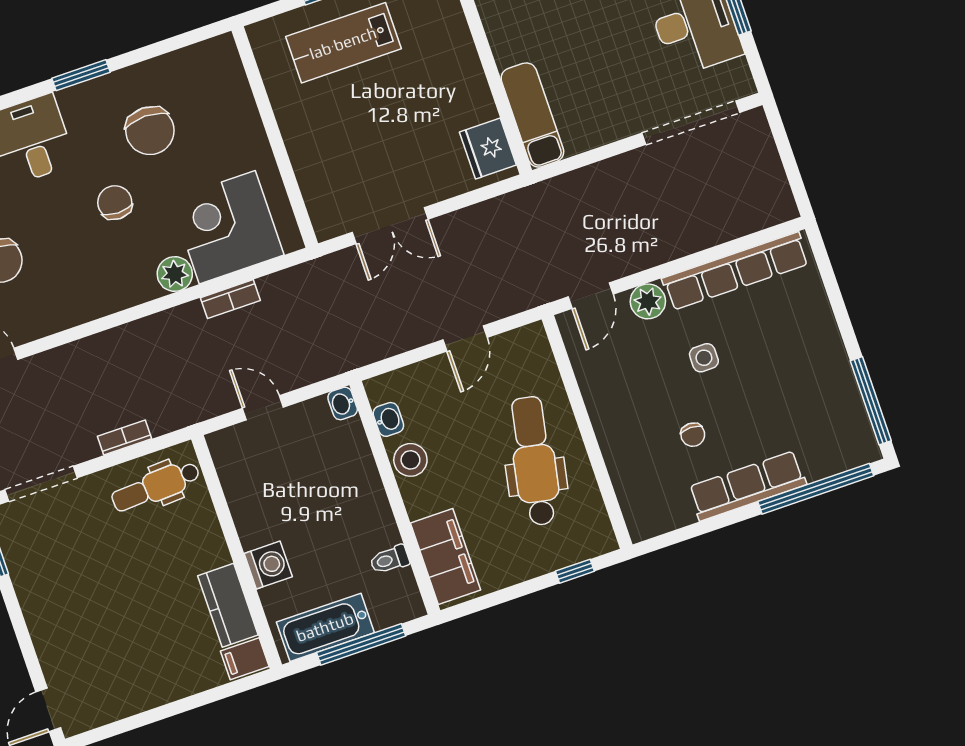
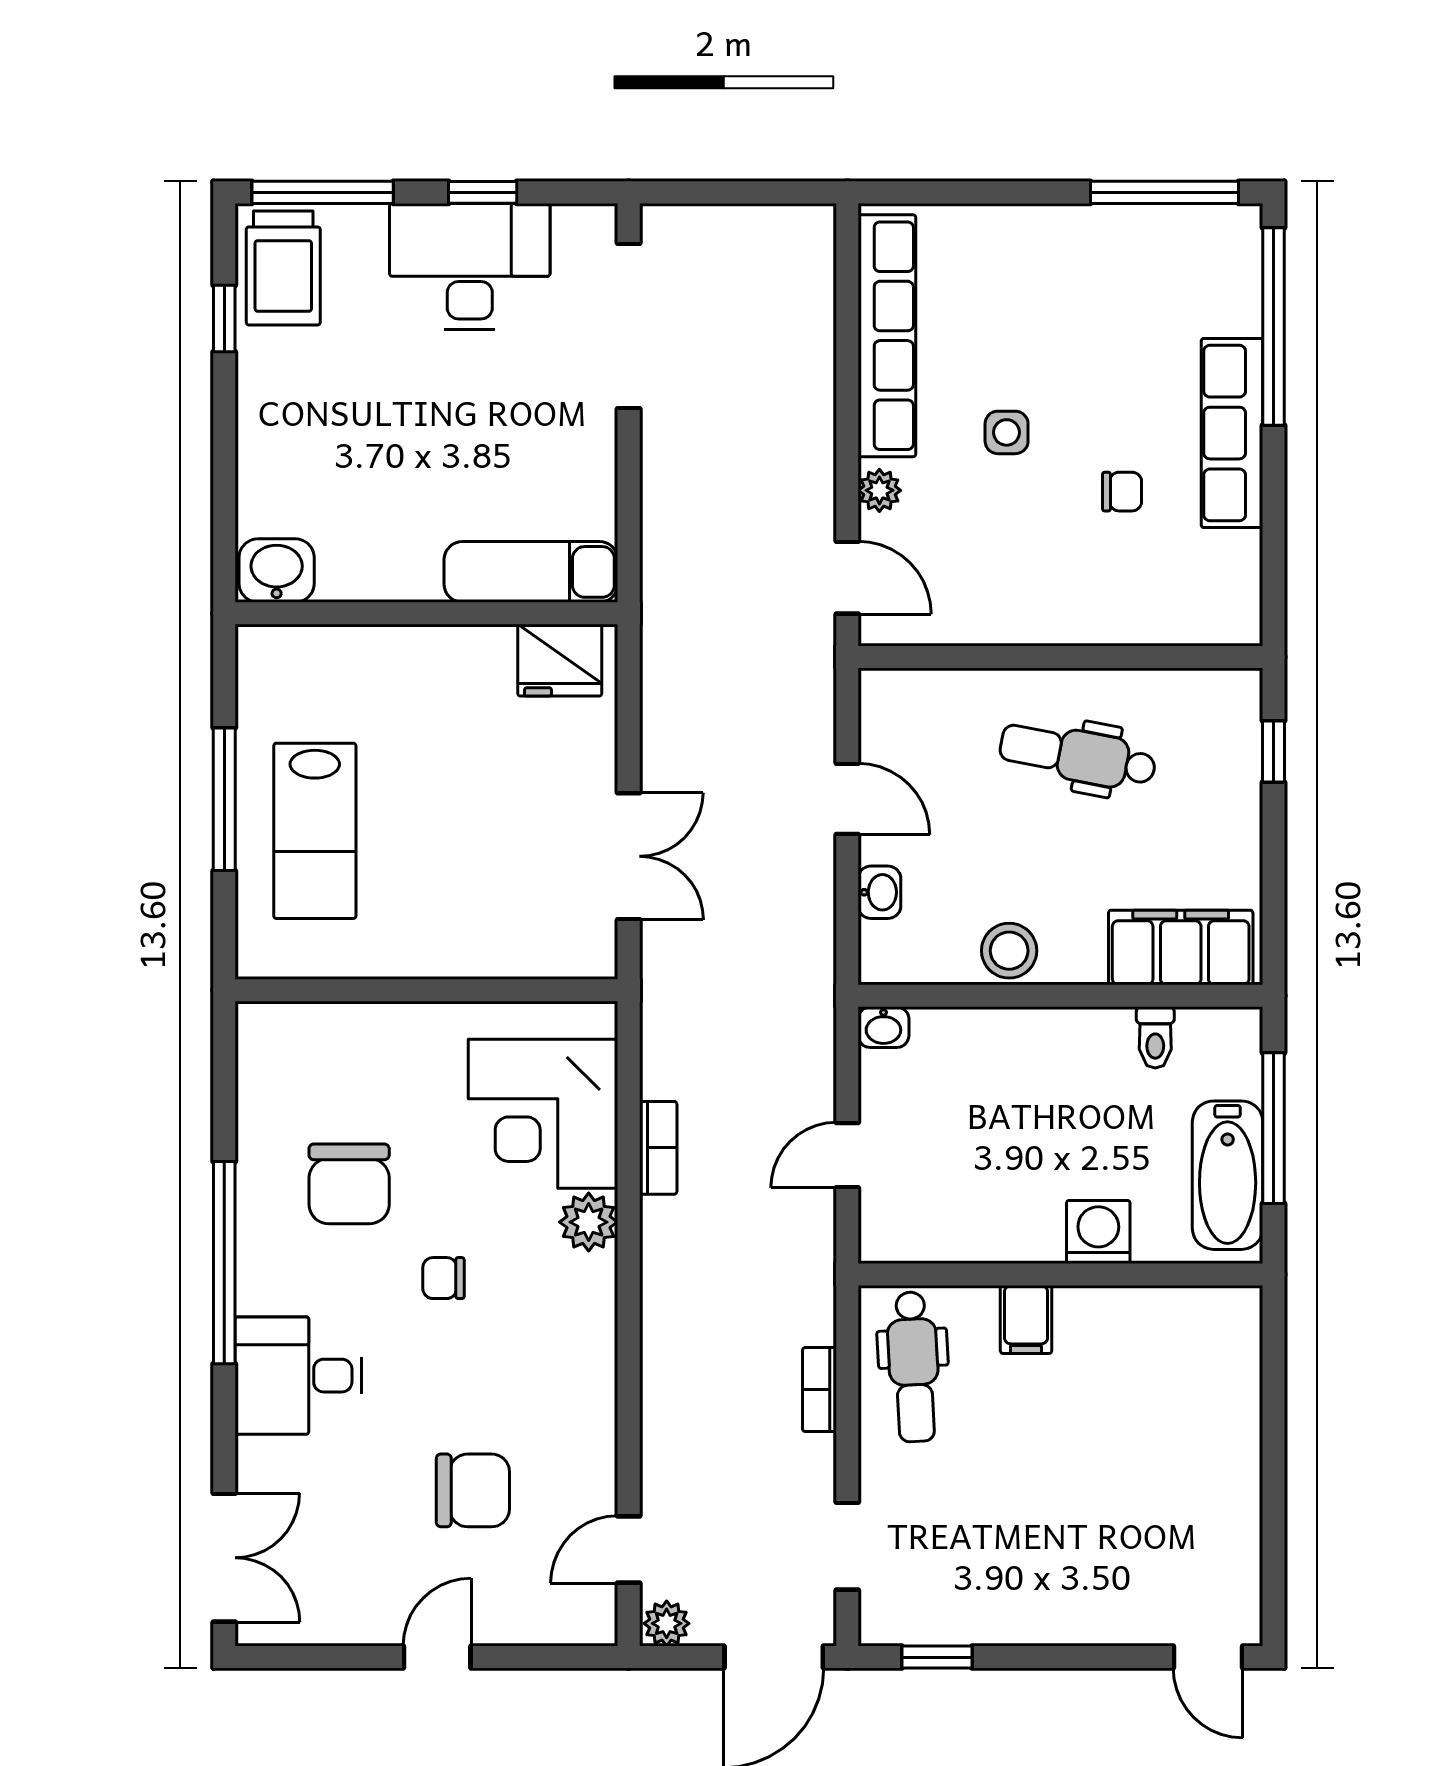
window: (81, 75) -> (224, 1263), width x2.11
chair: (150, 131) -> (349, 1184), turned 90
chair: (115, 203) -> (444, 1278), width x0.73, depth x0.73
plant: (648, 301) -> (879, 490), width x0.73, depth x0.73
washbasin: (388, 419) -> (879, 892), moved, turned 90
dental chair: (534, 461) -> (1078, 756), width x0.73, depth x0.72
doorway: (41, 484) -> (847, 1546), width x0.73
kitchen counter: (228, 605) -> (1140, 1317), removed
filing cabinet: (245, 659) -> (1026, 1320), moved

